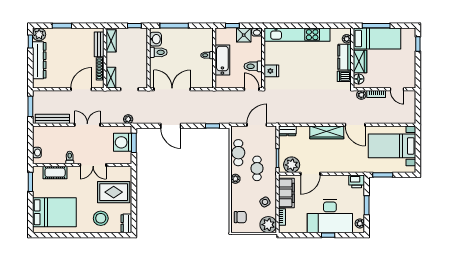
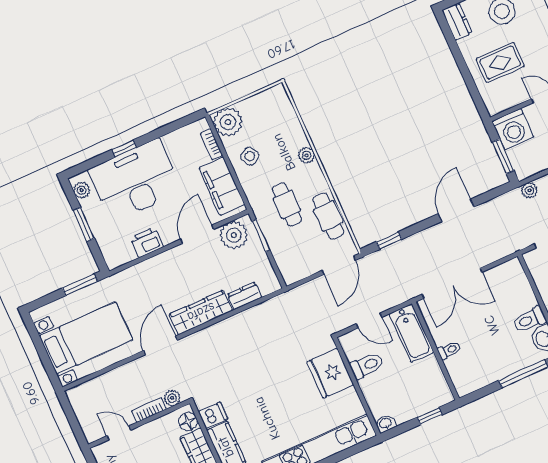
shower: (244, 35) -> (405, 409), removed
bathtub: (222, 60) -> (411, 333), moved
fridge: (271, 71) -> (330, 373), width x1.88, depth x1.34
double door: (172, 89) -> (452, 283), moved
door: (252, 89) -> (369, 321), moved
door: (257, 125) -> (339, 265), moved
door: (355, 125) -> (161, 345), hinge flipped
door: (171, 126) -> (456, 210), hinge flipped
dresser: (287, 131) -> (245, 296), moved
washing machine: (123, 142) -> (513, 129), moved, turned 90
plant: (235, 179) -> (306, 155), moved
printer: (357, 181) -> (147, 242), moved
rug: (114, 192) -> (500, 63), width x0.73, depth x0.70
chair: (240, 217) -> (279, 114), removed

